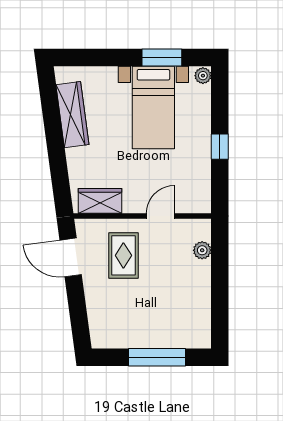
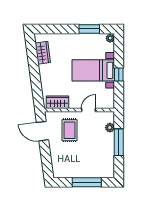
bed with nightstands: (153, 107) -> (93, 70), moved, turned 90
wardrobe: (72, 115) -> (43, 53), width x0.67
window: (220, 279) -> (119, 142), added

